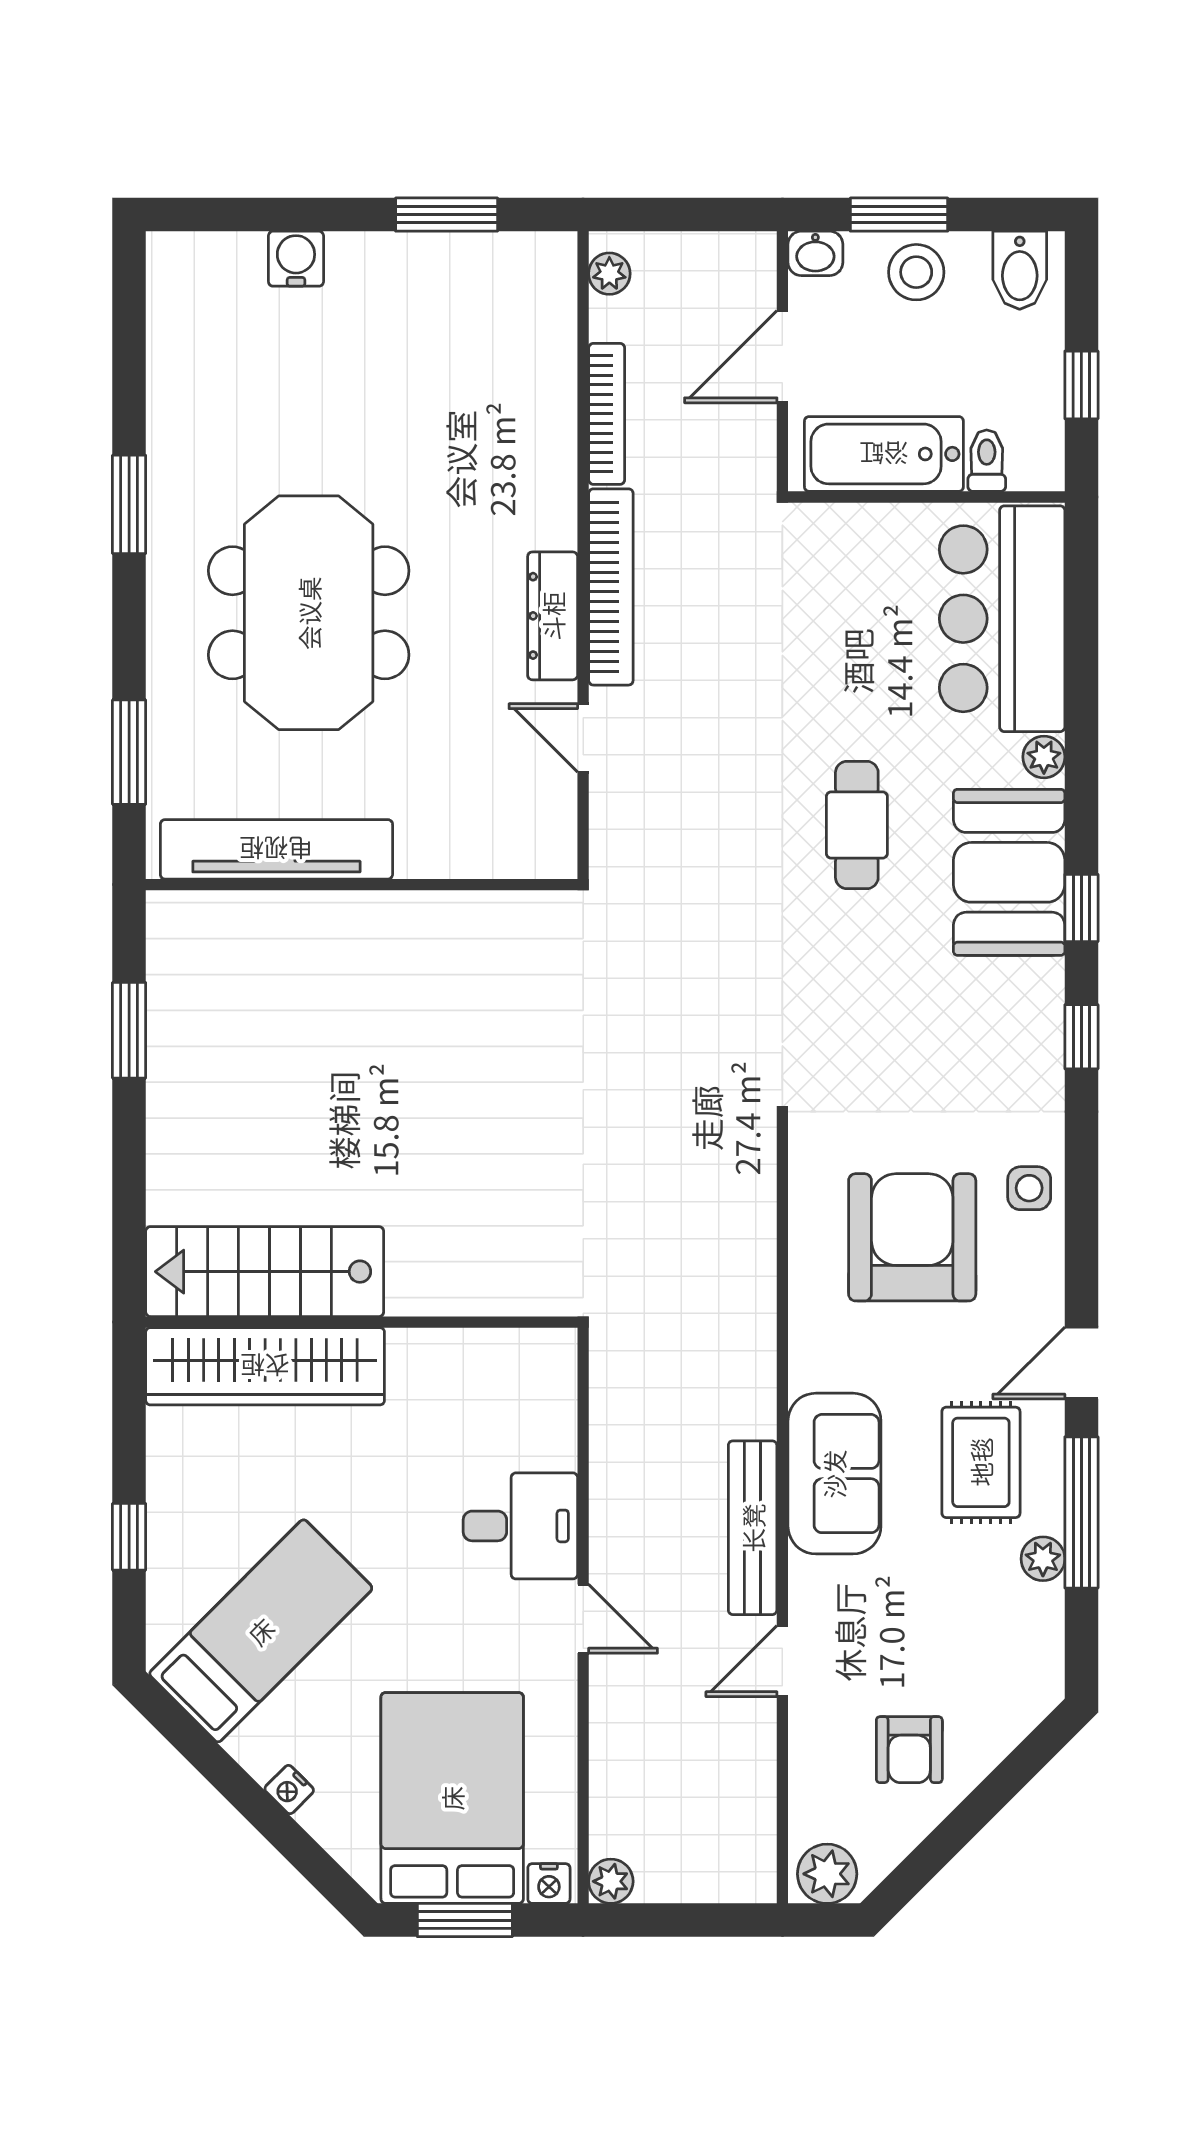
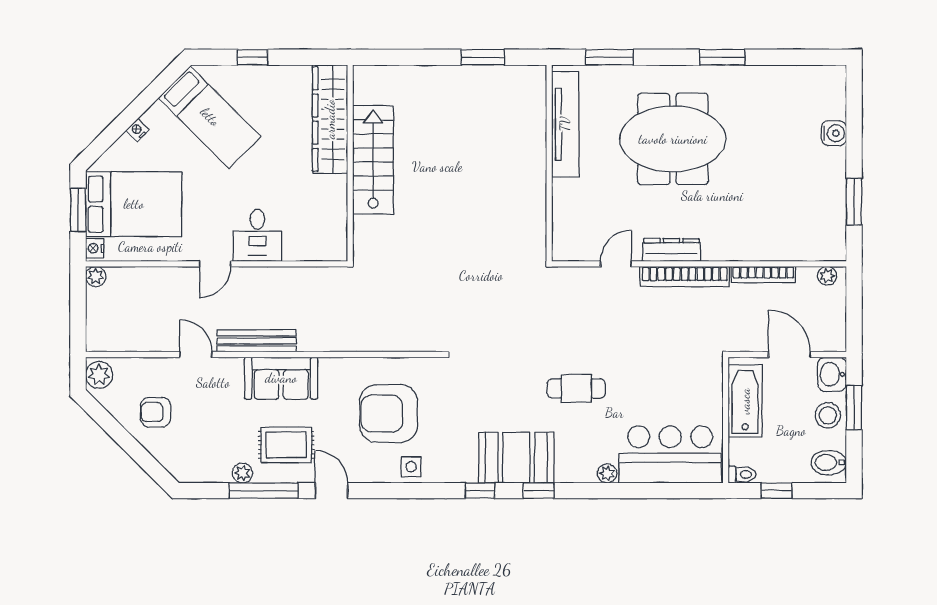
washbasin: (815, 253) -> (832, 374), width x1.38, depth x1.45
toilet: (987, 461) -> (742, 474), moved
booth: (1009, 872) -> (516, 458), moved
armchair: (912, 1237) -> (389, 414), turned 180
stairs: (265, 1272) -> (373, 160), moved

